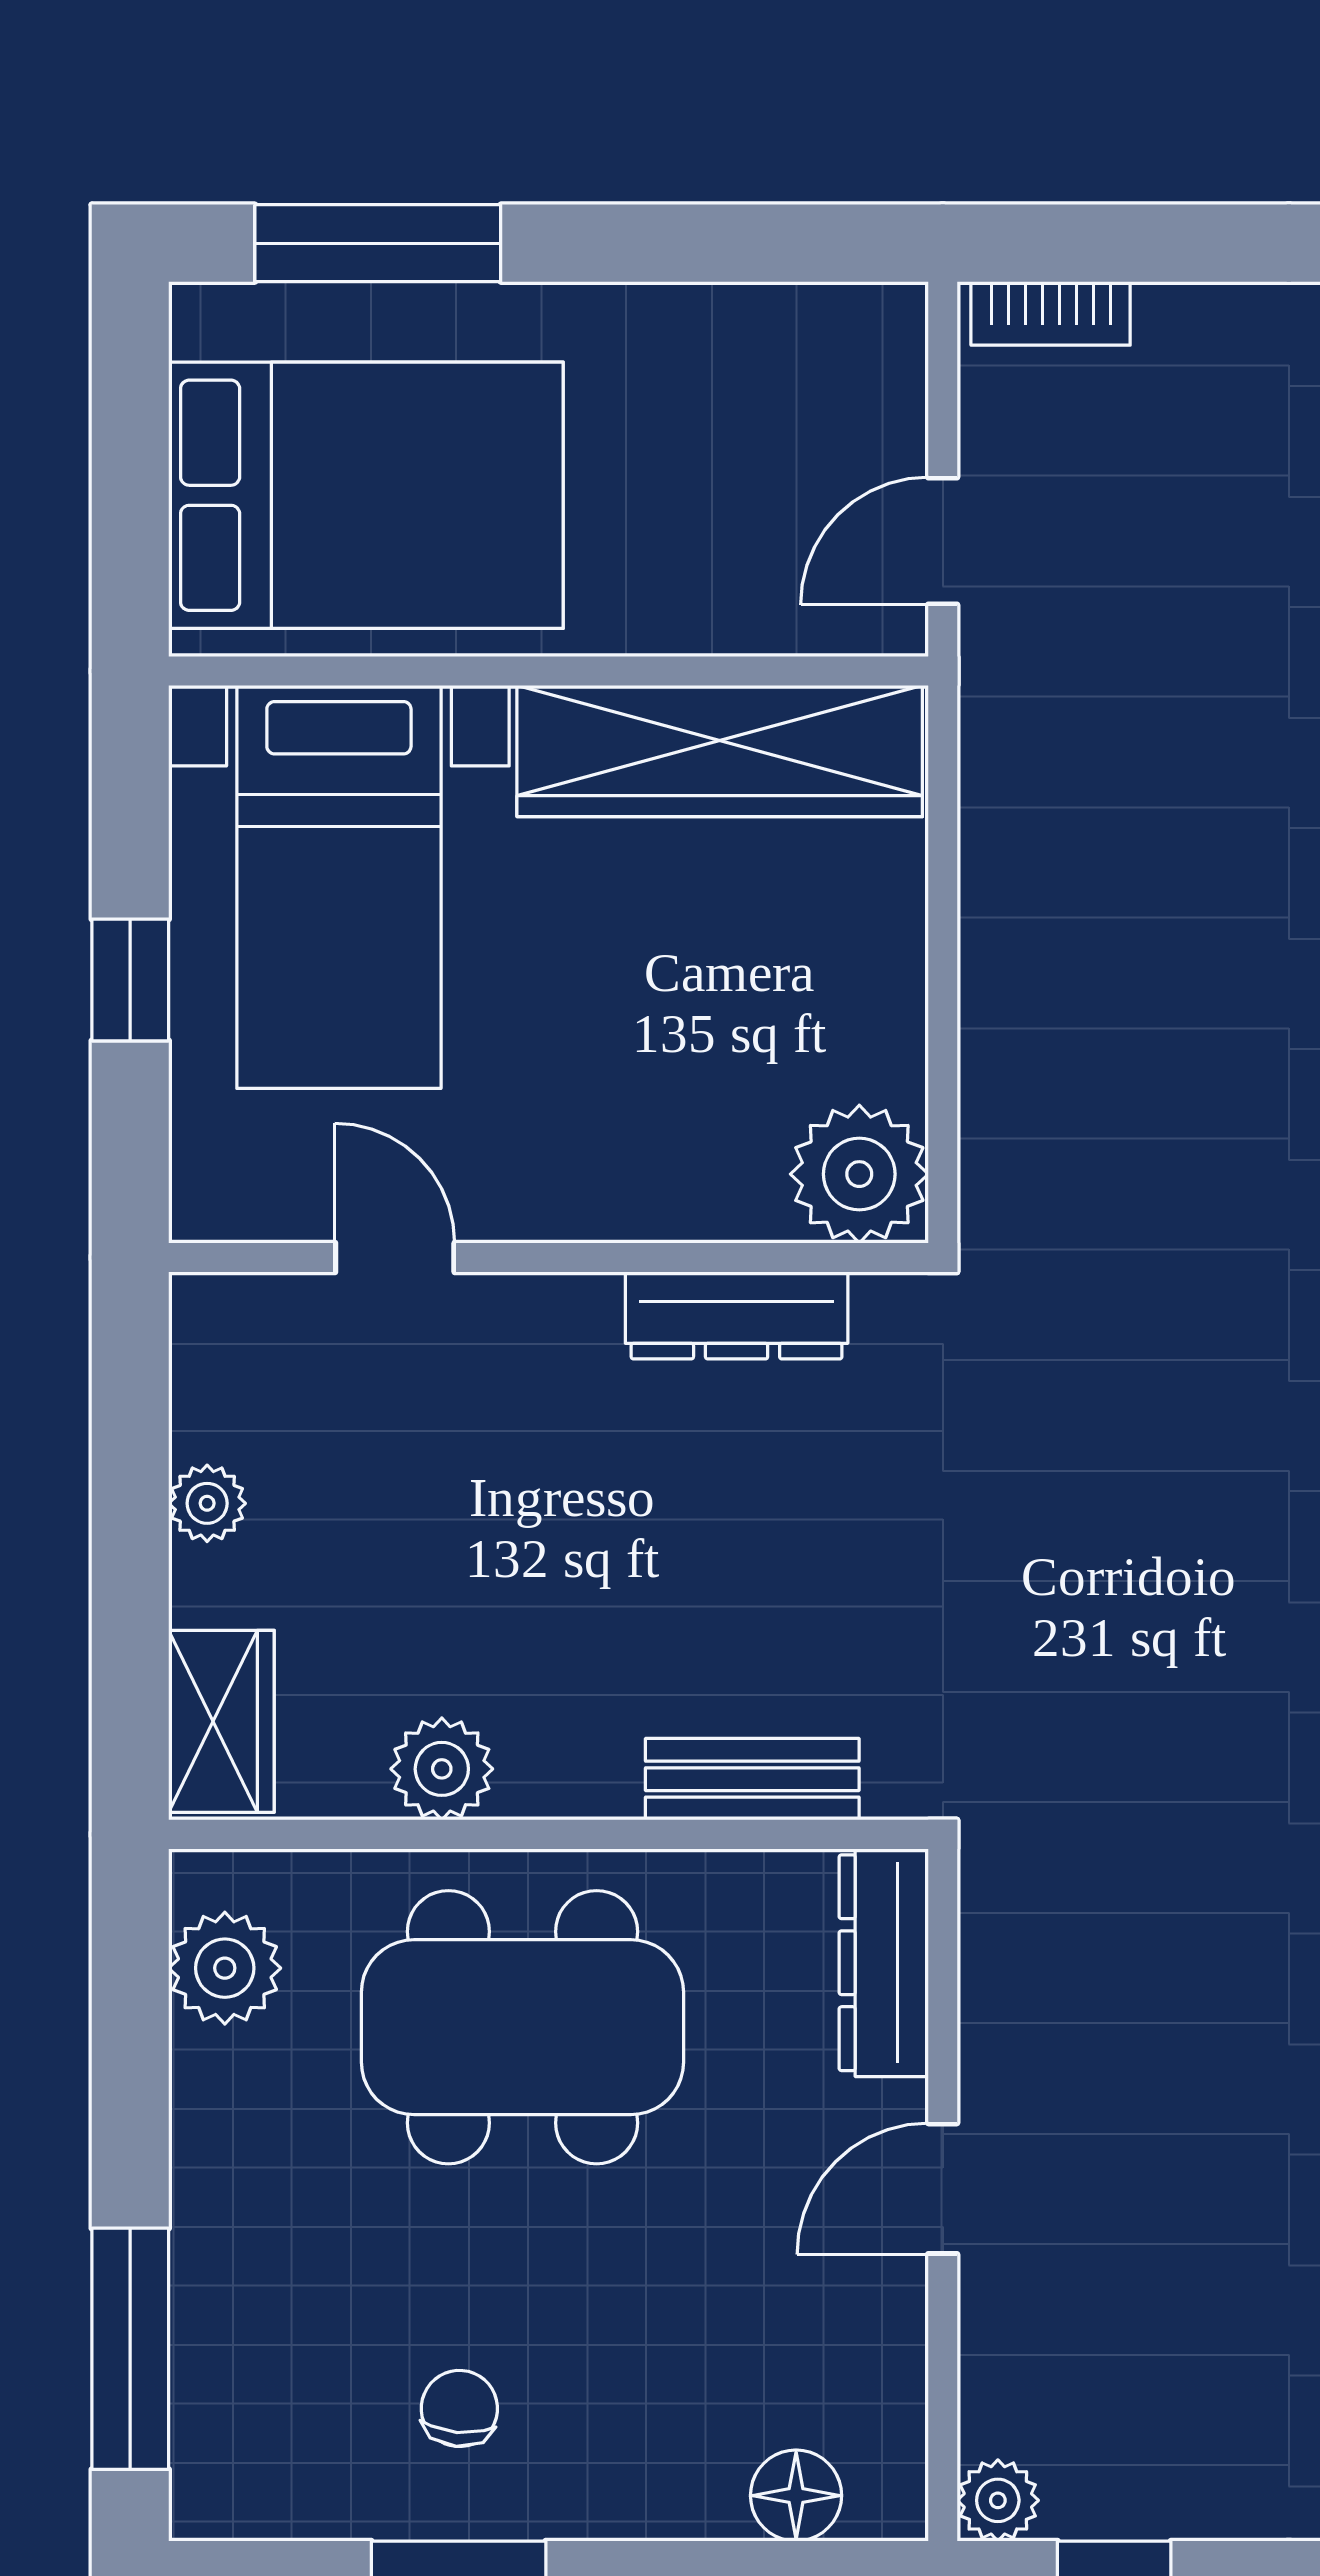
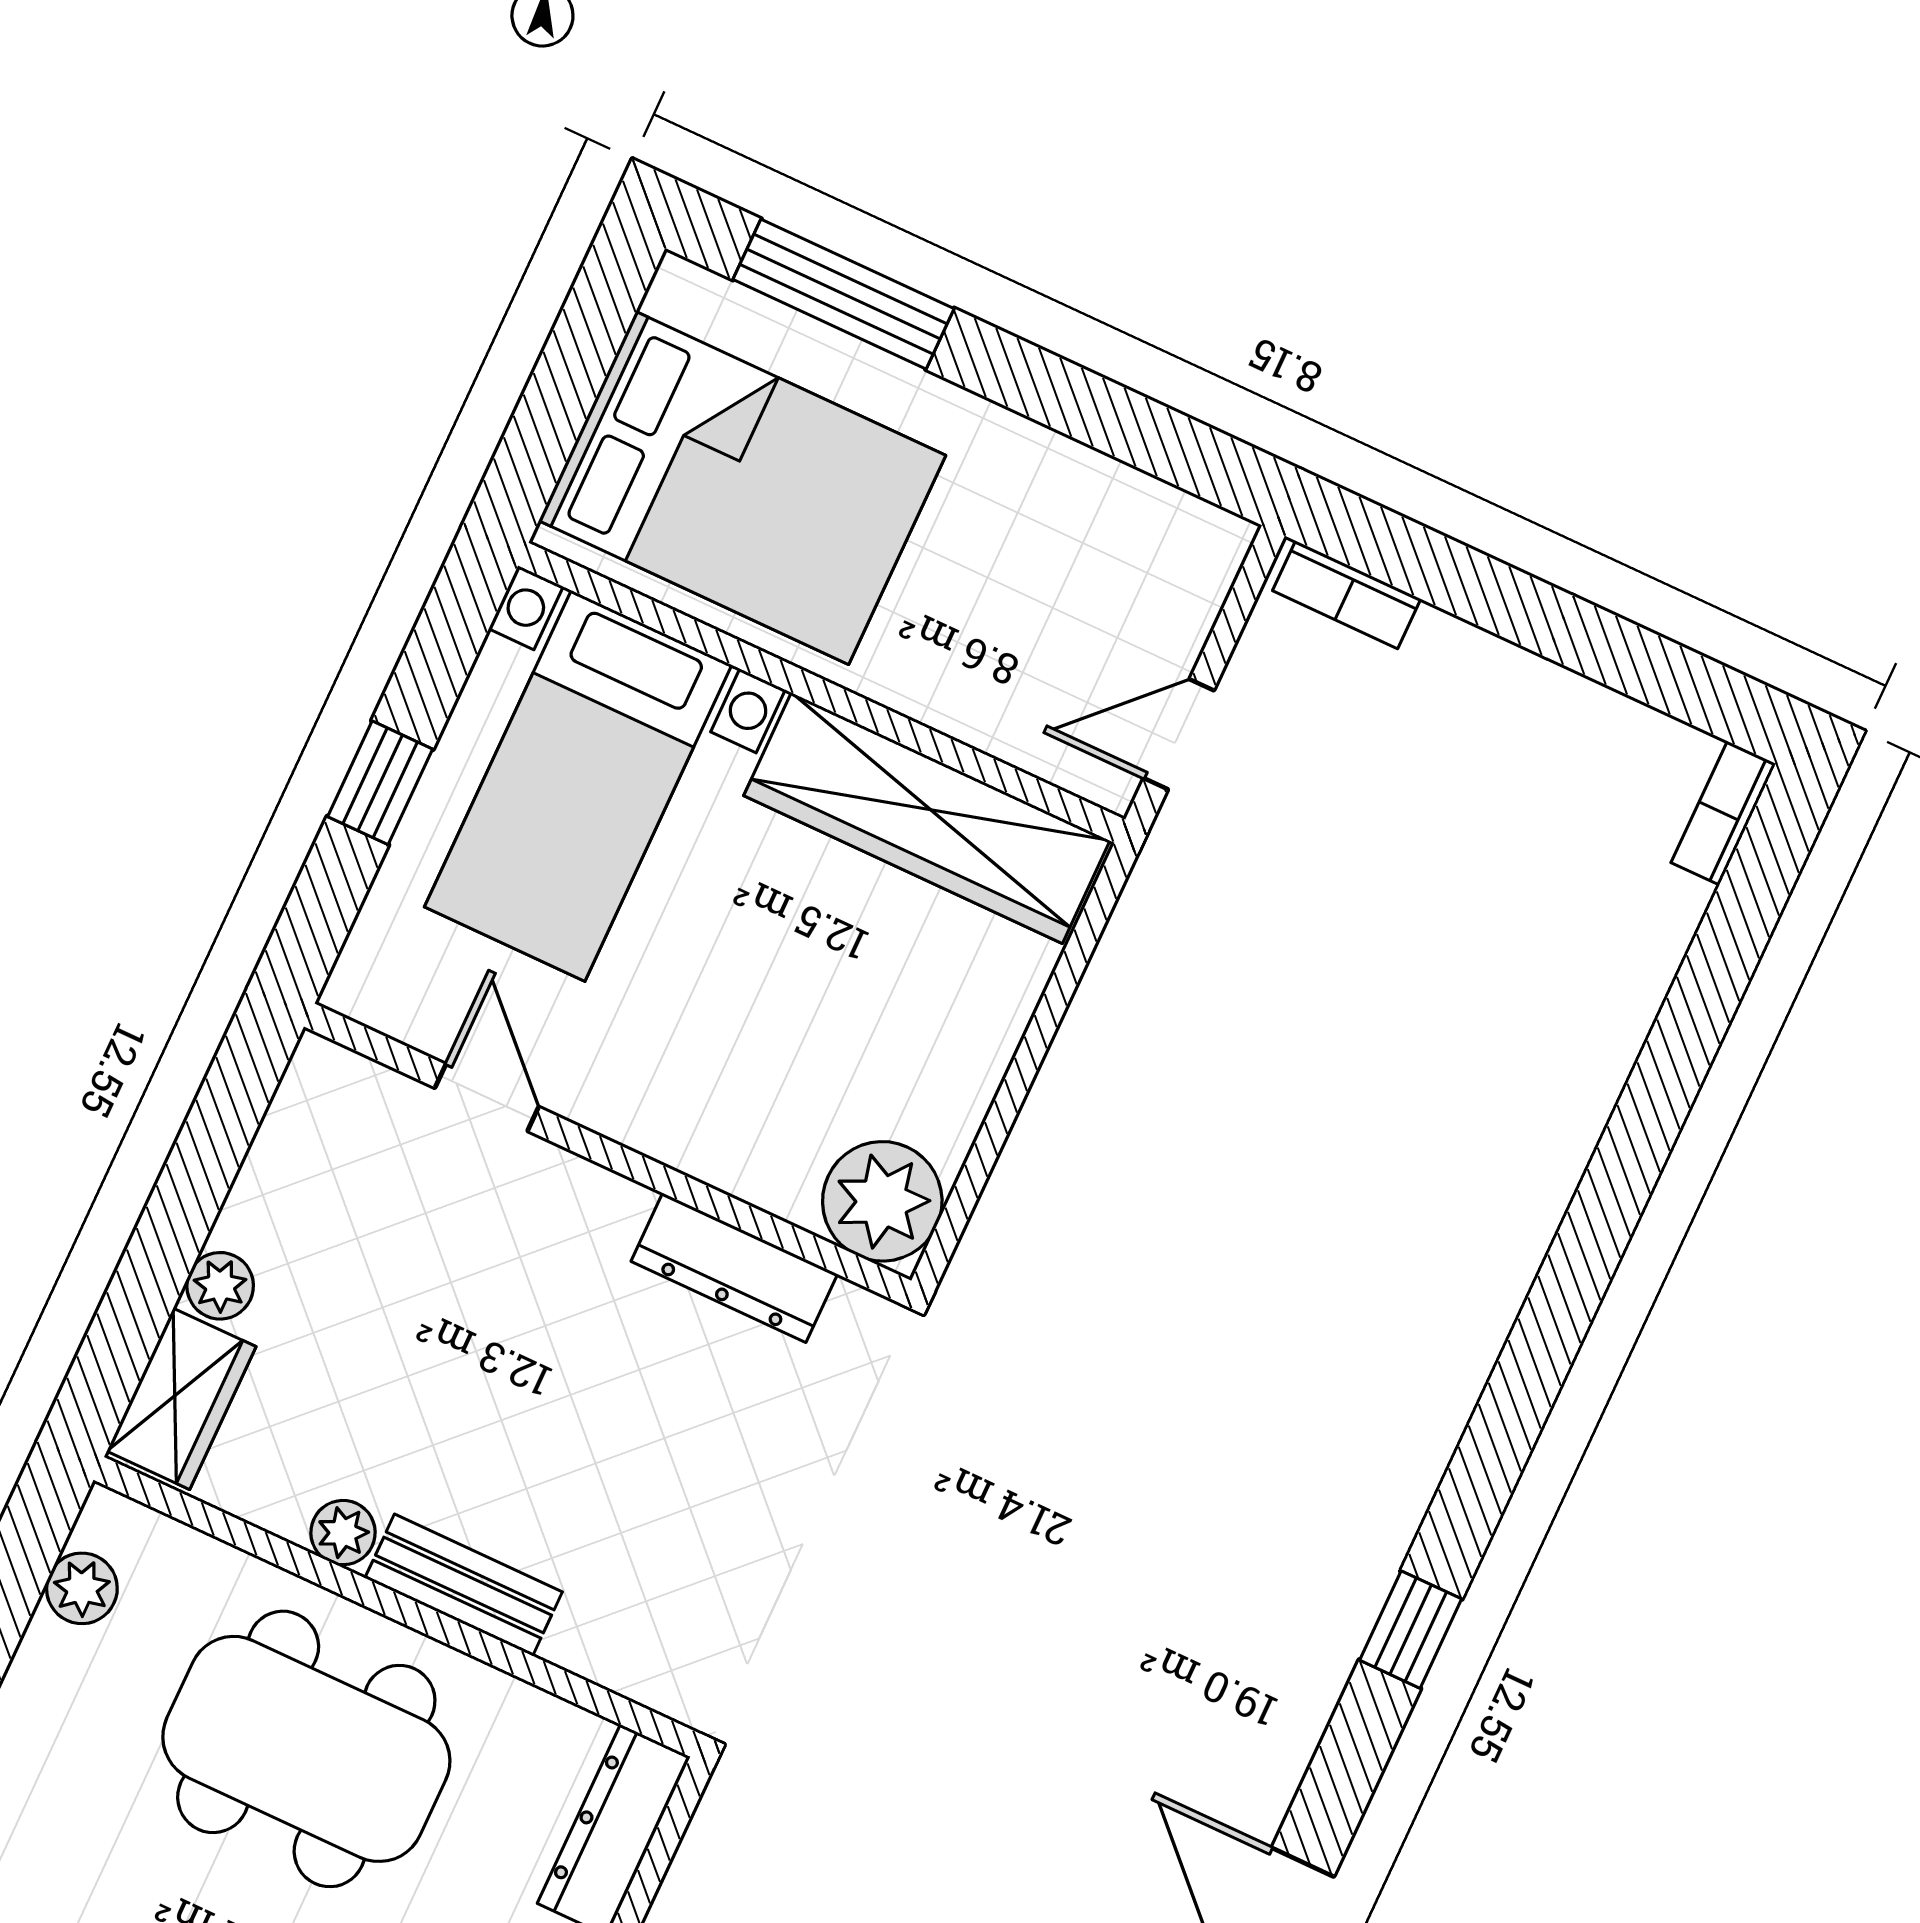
plant: (207, 1503) -> (220, 1286), moved
plant: (442, 1769) -> (343, 1533), width x0.73, depth x0.73
bench: (752, 1779) -> (464, 1585), moved
plant: (225, 1968) -> (82, 1588), width x0.73, depth x0.73

